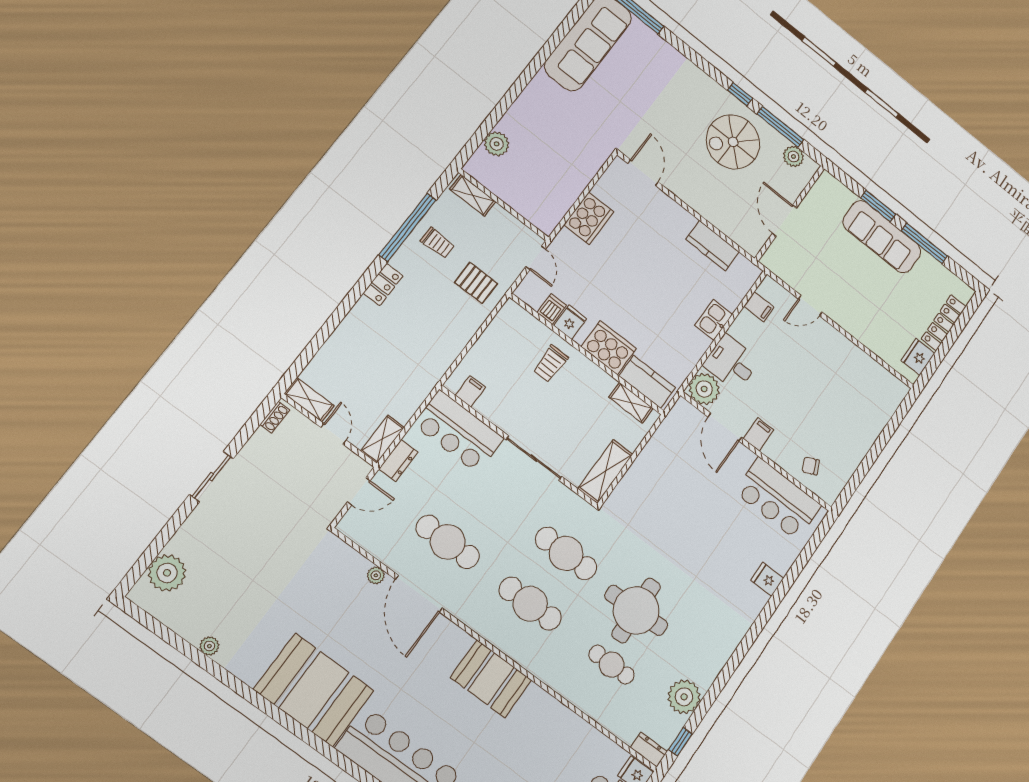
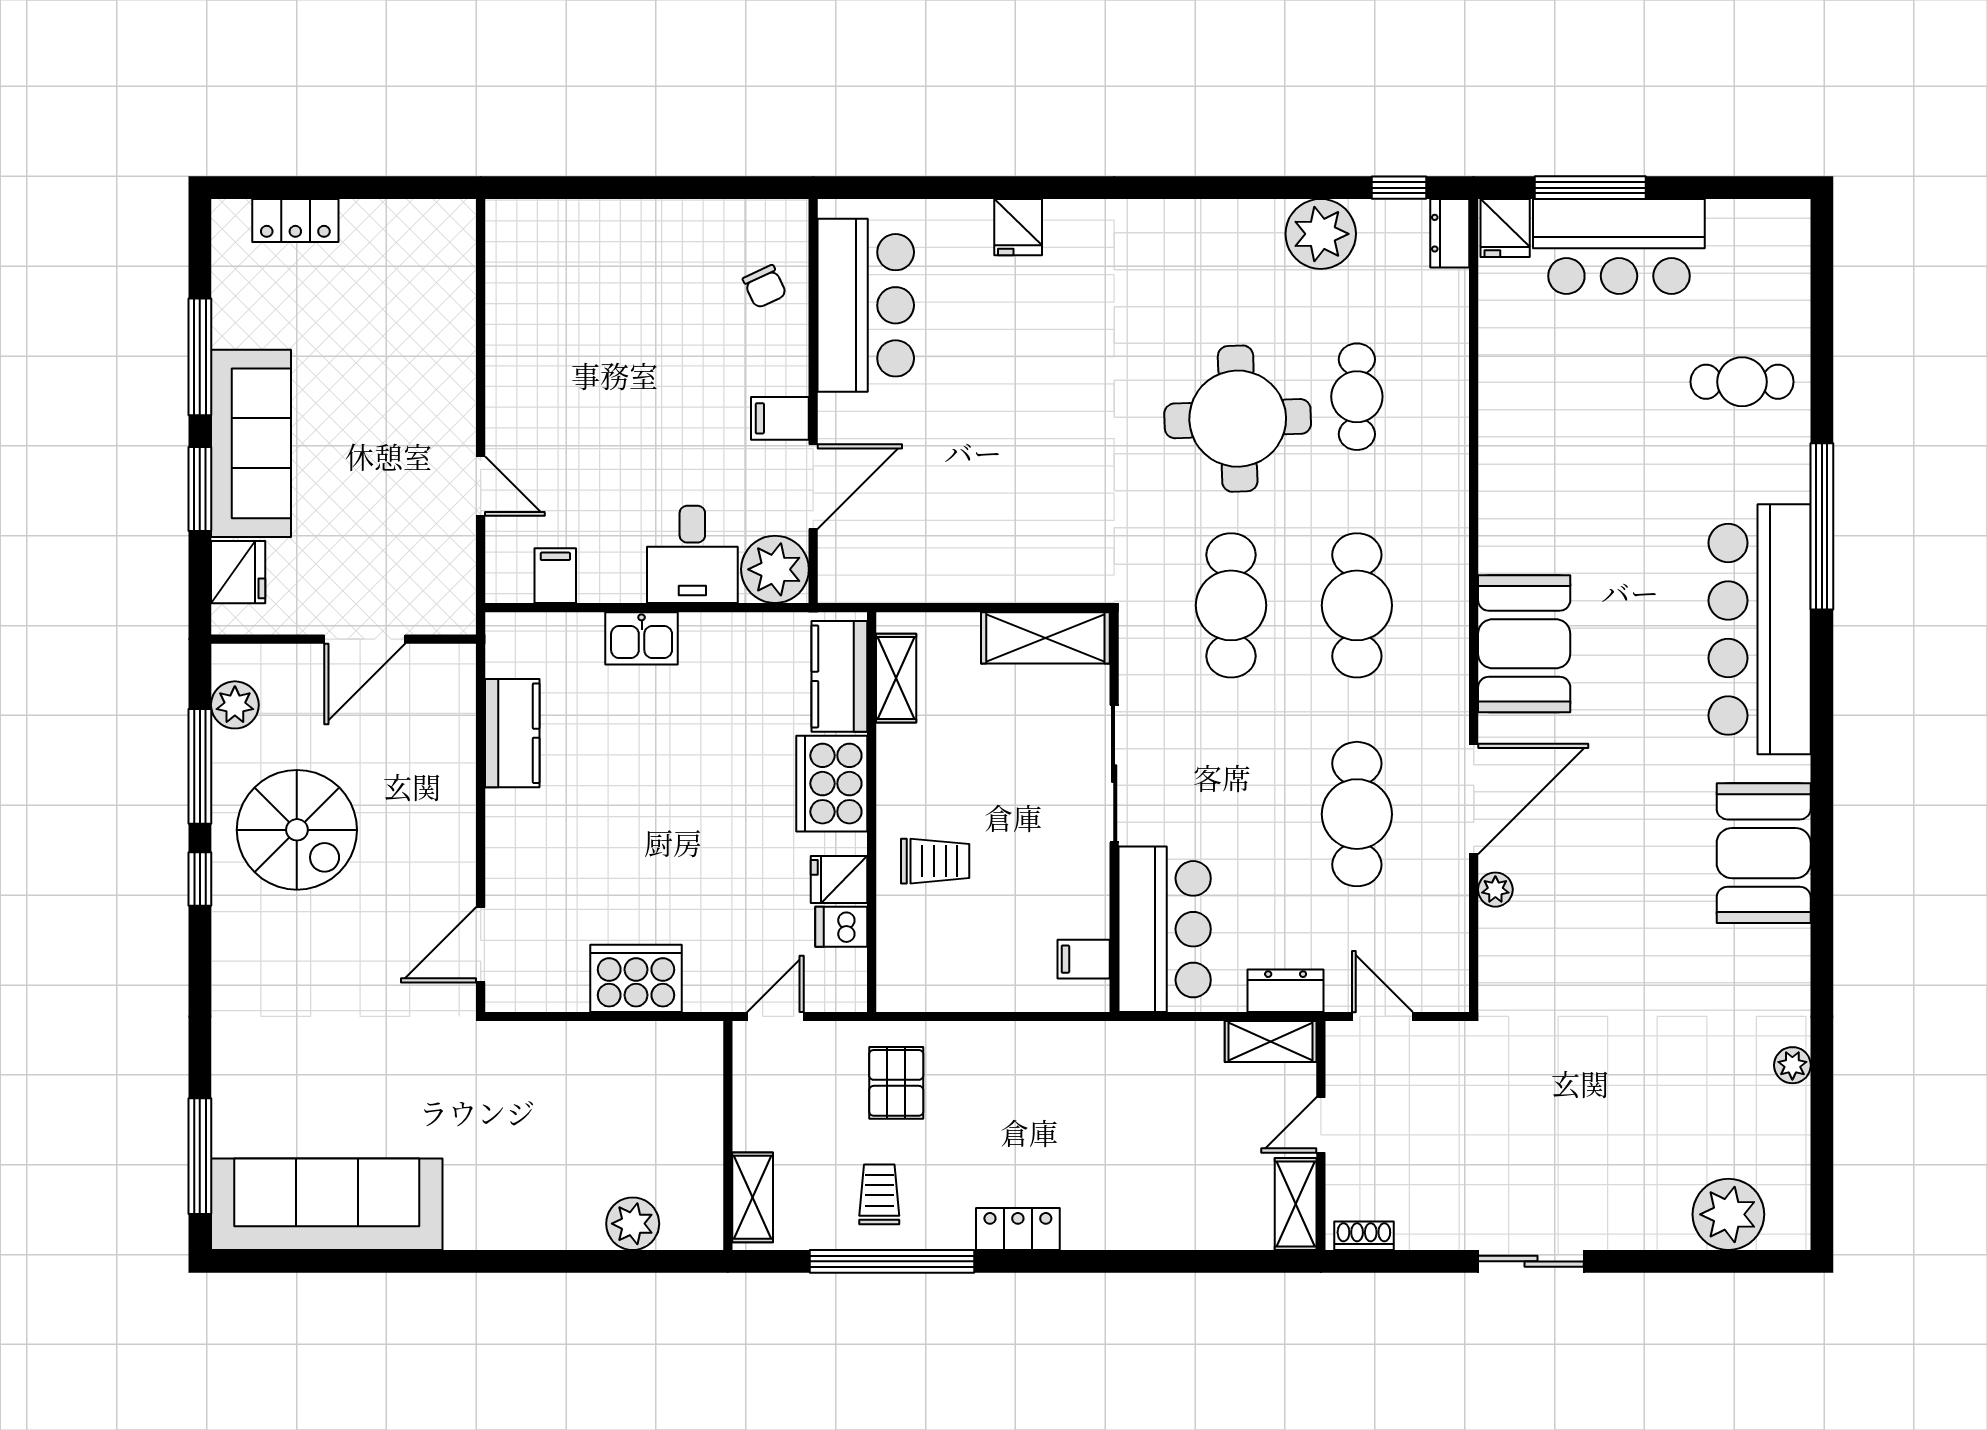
locker: (944, 323) -> (295, 220), width x0.66
fridge: (918, 357) -> (238, 572), moved, turned -90
booth: (491, 679) -> (1524, 644), moved
booth: (314, 690) -> (1764, 853), width x0.73, depth x0.70

